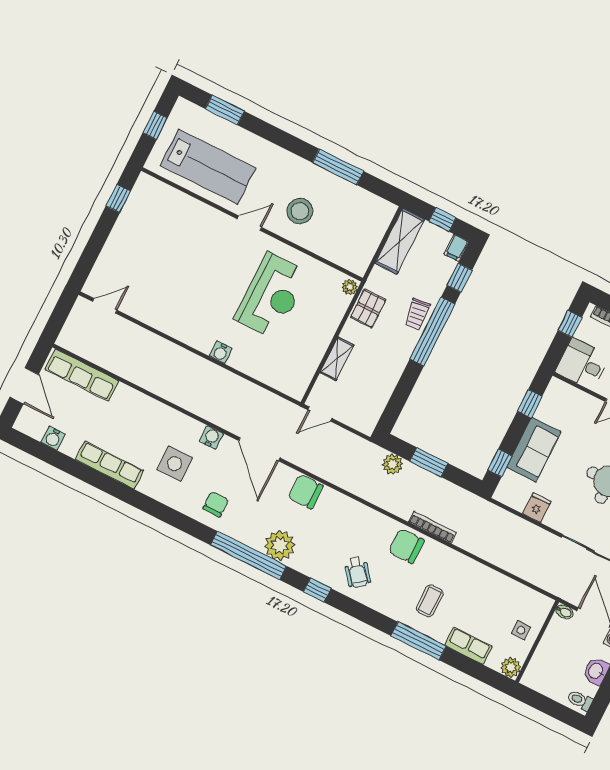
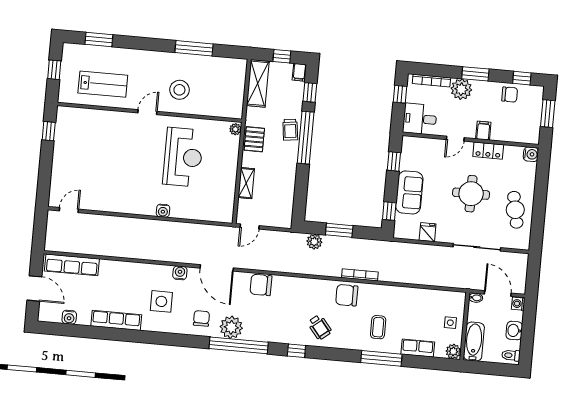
lab bench: (208, 167) -> (103, 84), width x0.73, depth x0.72
plant: (280, 545) -> (231, 327), moved
bathtub: (541, 665) -> (474, 342), added

